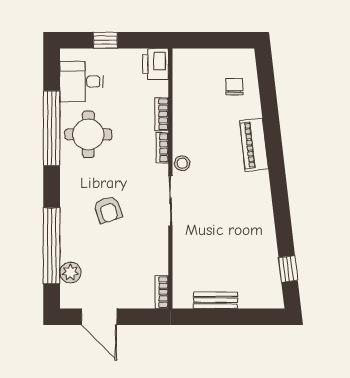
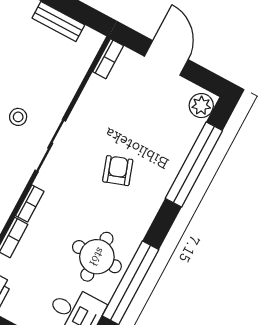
stool: (182, 163) -> (18, 117), moved
plant: (70, 272) -> (201, 106), moved
door: (99, 317) -> (166, 58), moved

